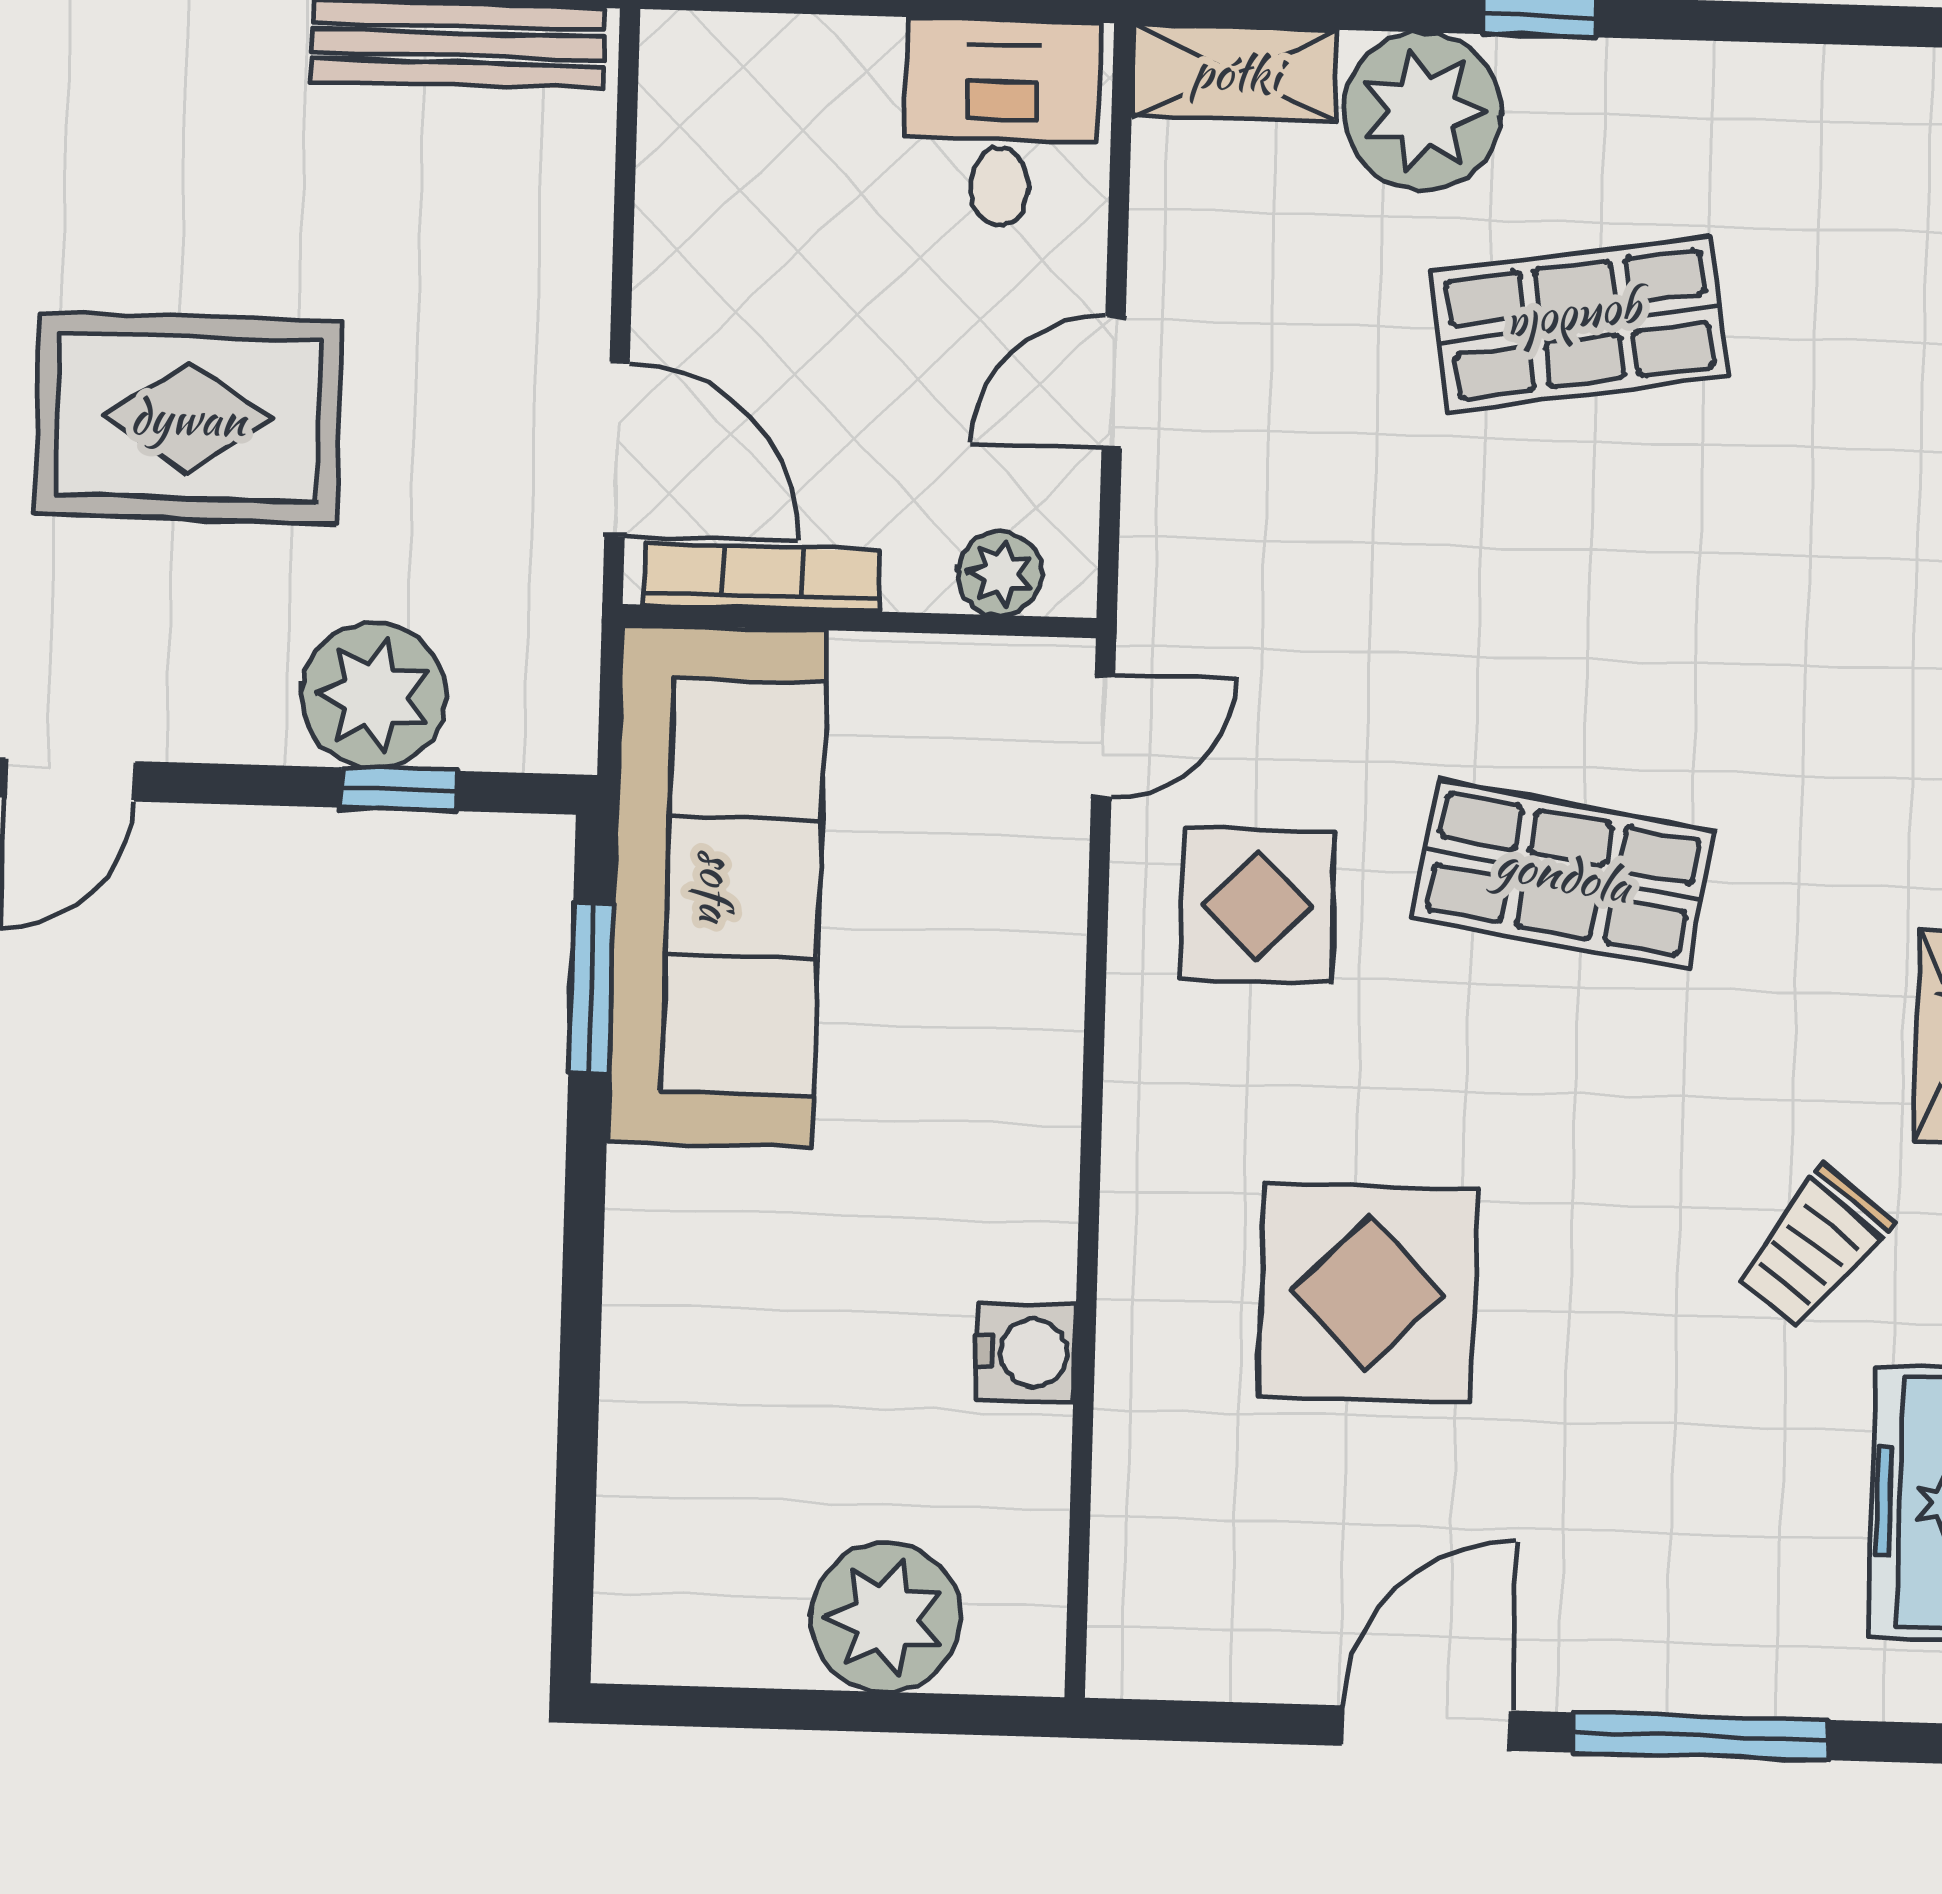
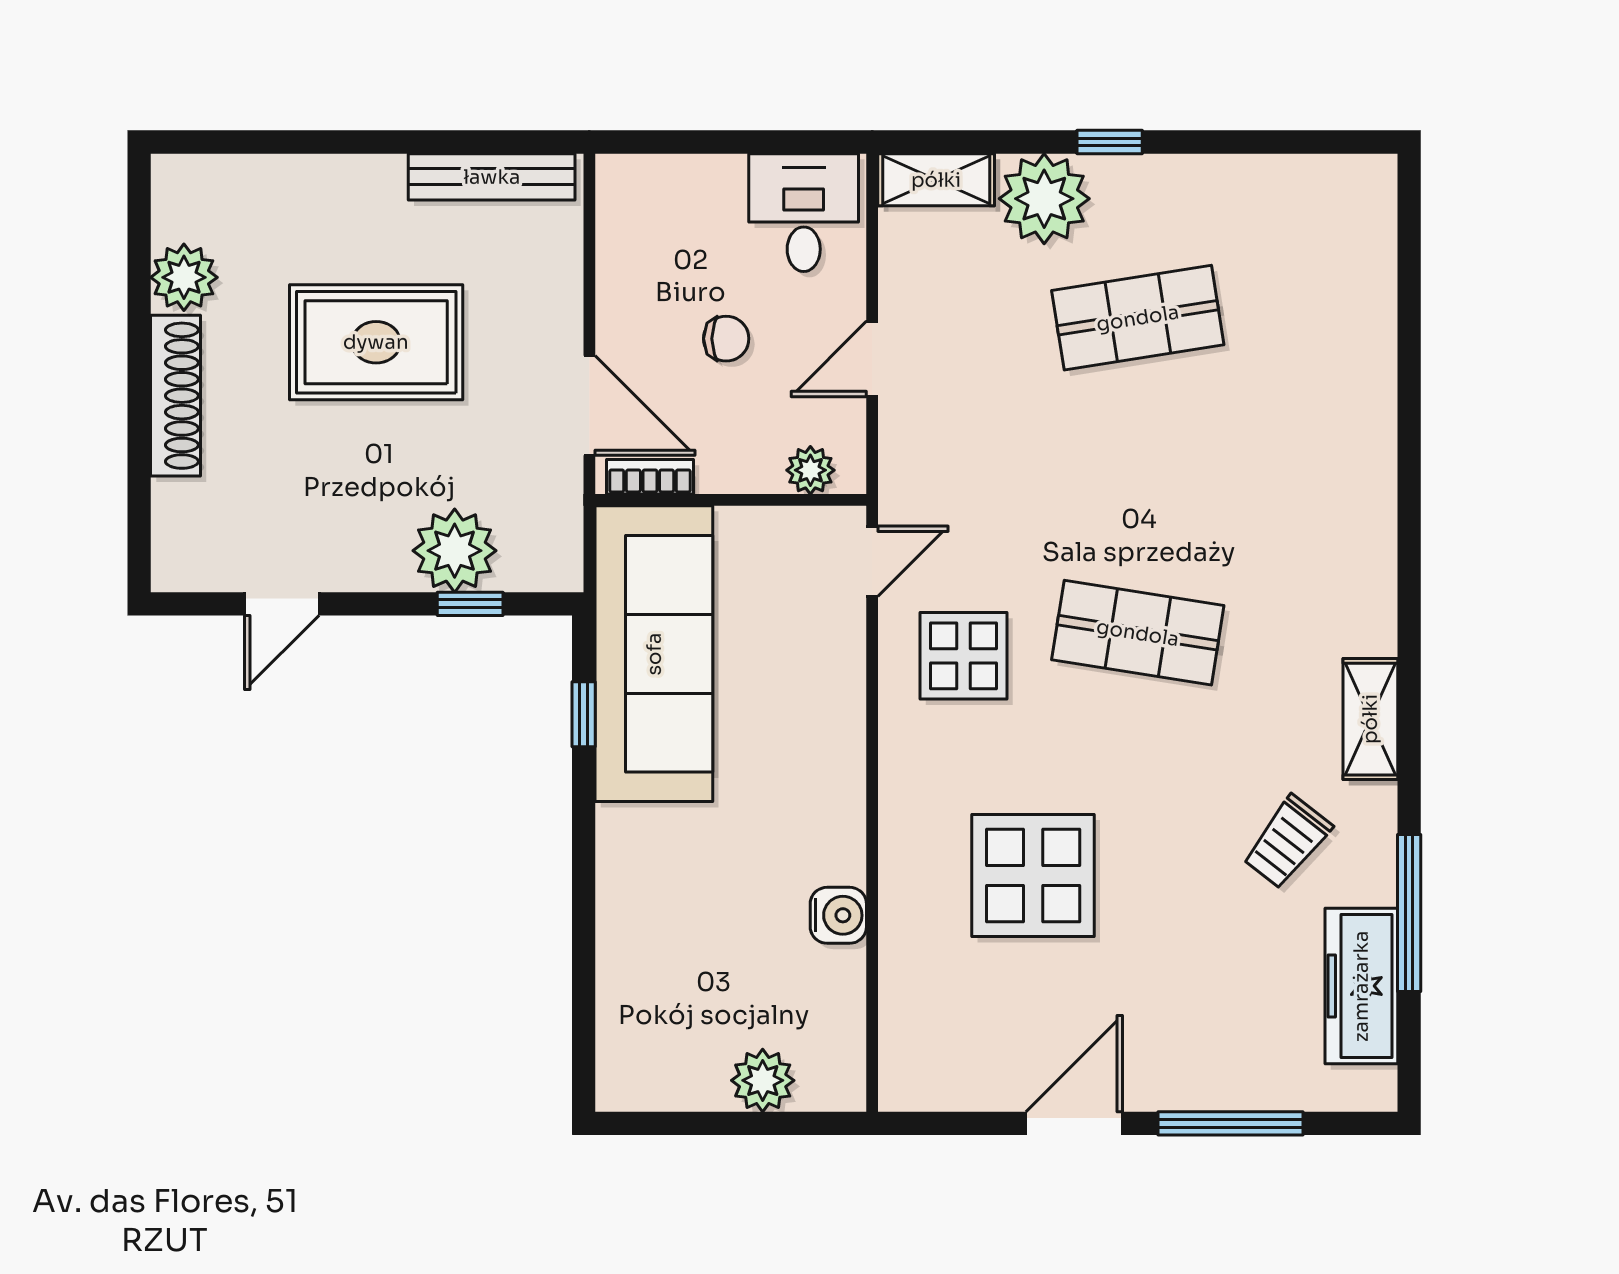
chair: (860, 339) -> (726, 339), added
rug: (188, 418) -> (376, 342), moved
bookcase: (762, 578) -> (650, 477), width x0.64
window: (591, 988) -> (584, 714), width x0.67
plant: (886, 1617) -> (763, 1080), width x0.73, depth x0.73

